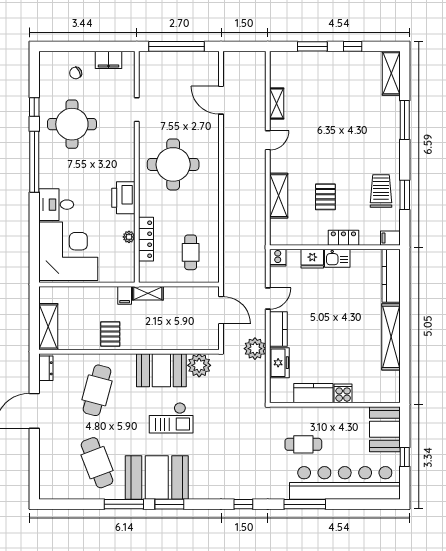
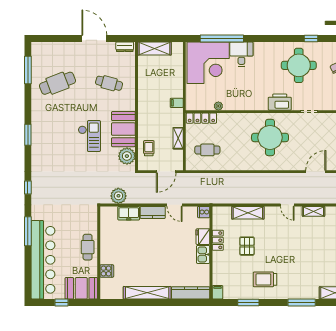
window: (34, 162) -> (222, 38), moved
trolley: (381, 191) -> (265, 279), moved, turned 180
pallet: (325, 197) -> (247, 246), turned 90
printer: (123, 198) -> (280, 102), moved
locker: (343, 238) -> (218, 240), moved
locker: (146, 239) -> (201, 118), moved
shelving: (148, 293) -> (178, 138), moved
pallet: (110, 334) -> (149, 93), removed
trolley: (188, 334) -> (149, 148), added
plant: (255, 349) -> (118, 196), moved
cafe table: (97, 390) -> (109, 83), width x0.73, depth x0.74
kitchen counter: (313, 393) -> (107, 237), removed
cooker: (343, 393) -> (107, 271), moved
checkout: (171, 418) -> (89, 136), turned 180
cafe table: (303, 444) -> (88, 247), moved
booth: (157, 478) -> (47, 126), removed
window: (124, 504) -> (28, 70), moved

